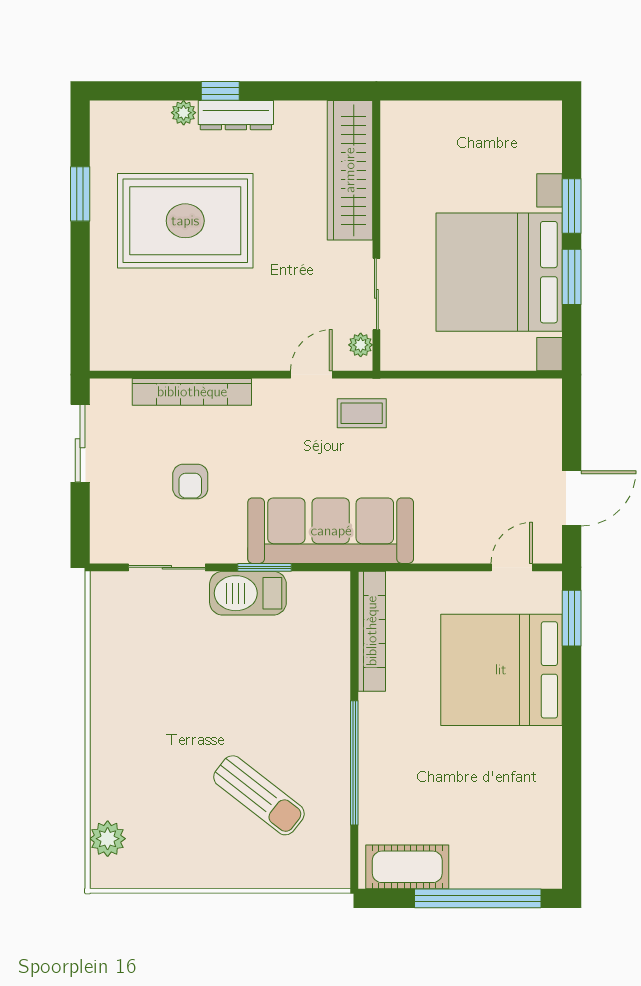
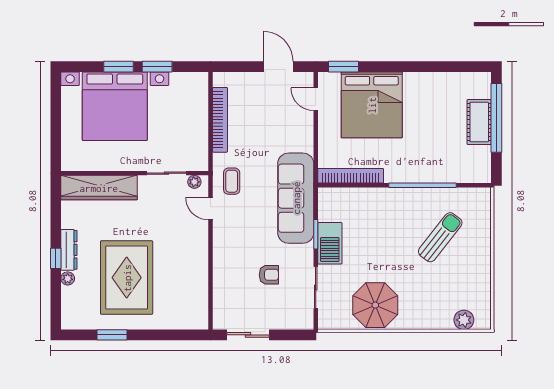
bed with nightstands: (499, 272) -> (115, 106), moved
bookcase: (192, 392) -> (220, 120), moved
parasol: (135, 676) -> (375, 305), added
cot: (407, 867) -> (479, 122), moved

